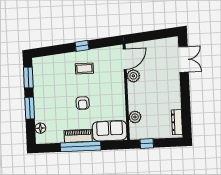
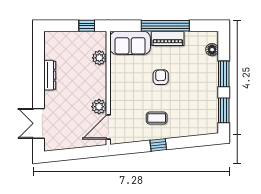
dresser: (177, 122) -> (50, 75), moved

